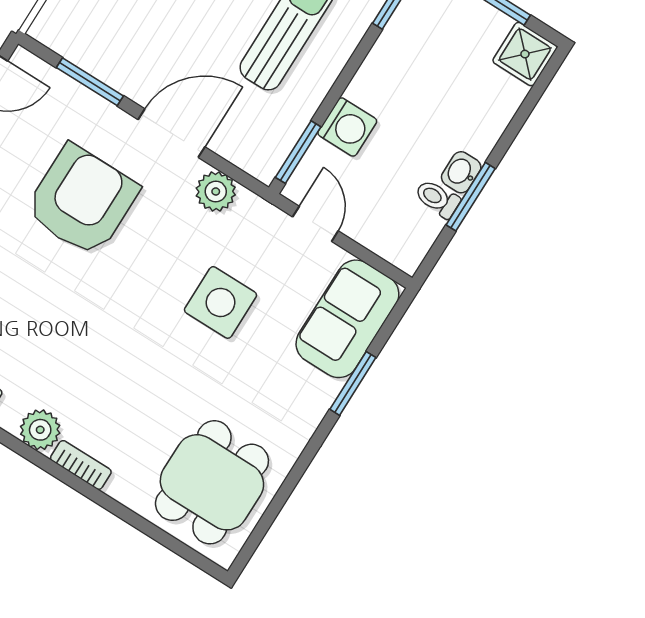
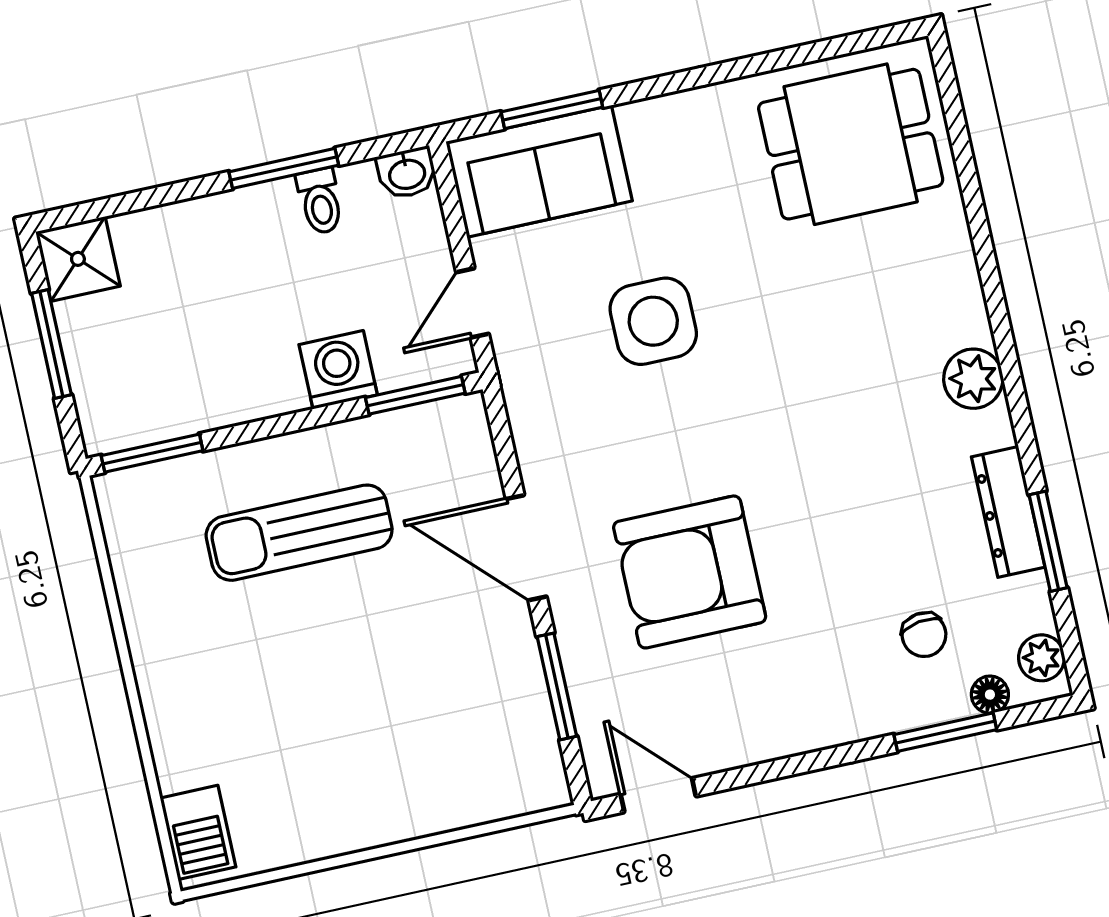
washbasin: (461, 172) -> (407, 173), moved
plant: (216, 191) -> (542, 441), removed
window: (353, 383) -> (552, 109), moved
bookcase: (81, 465) -> (968, 300), removed

